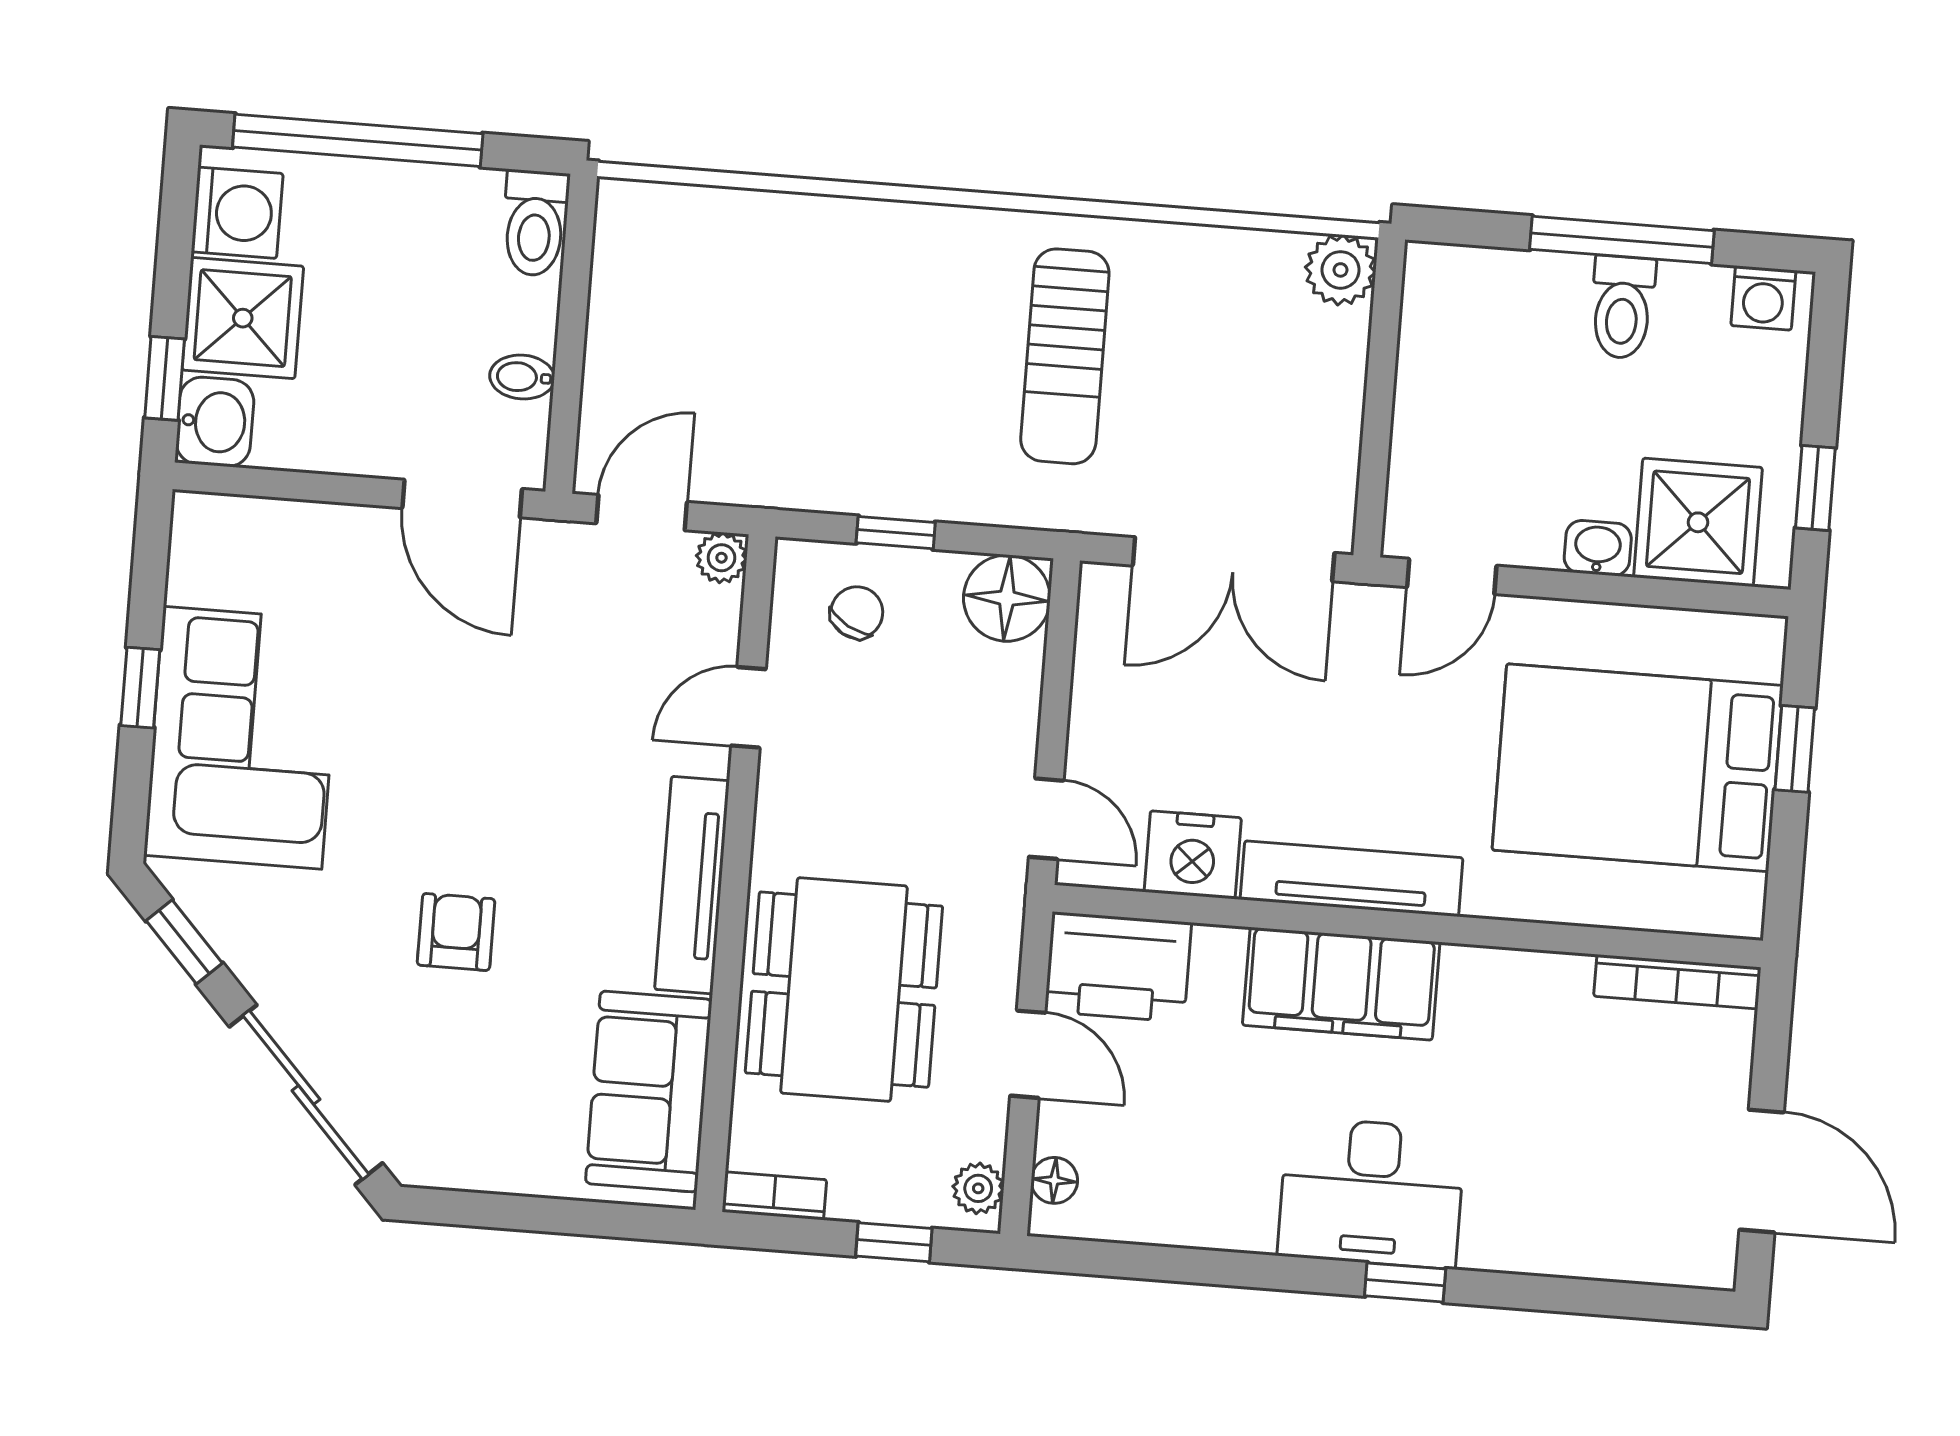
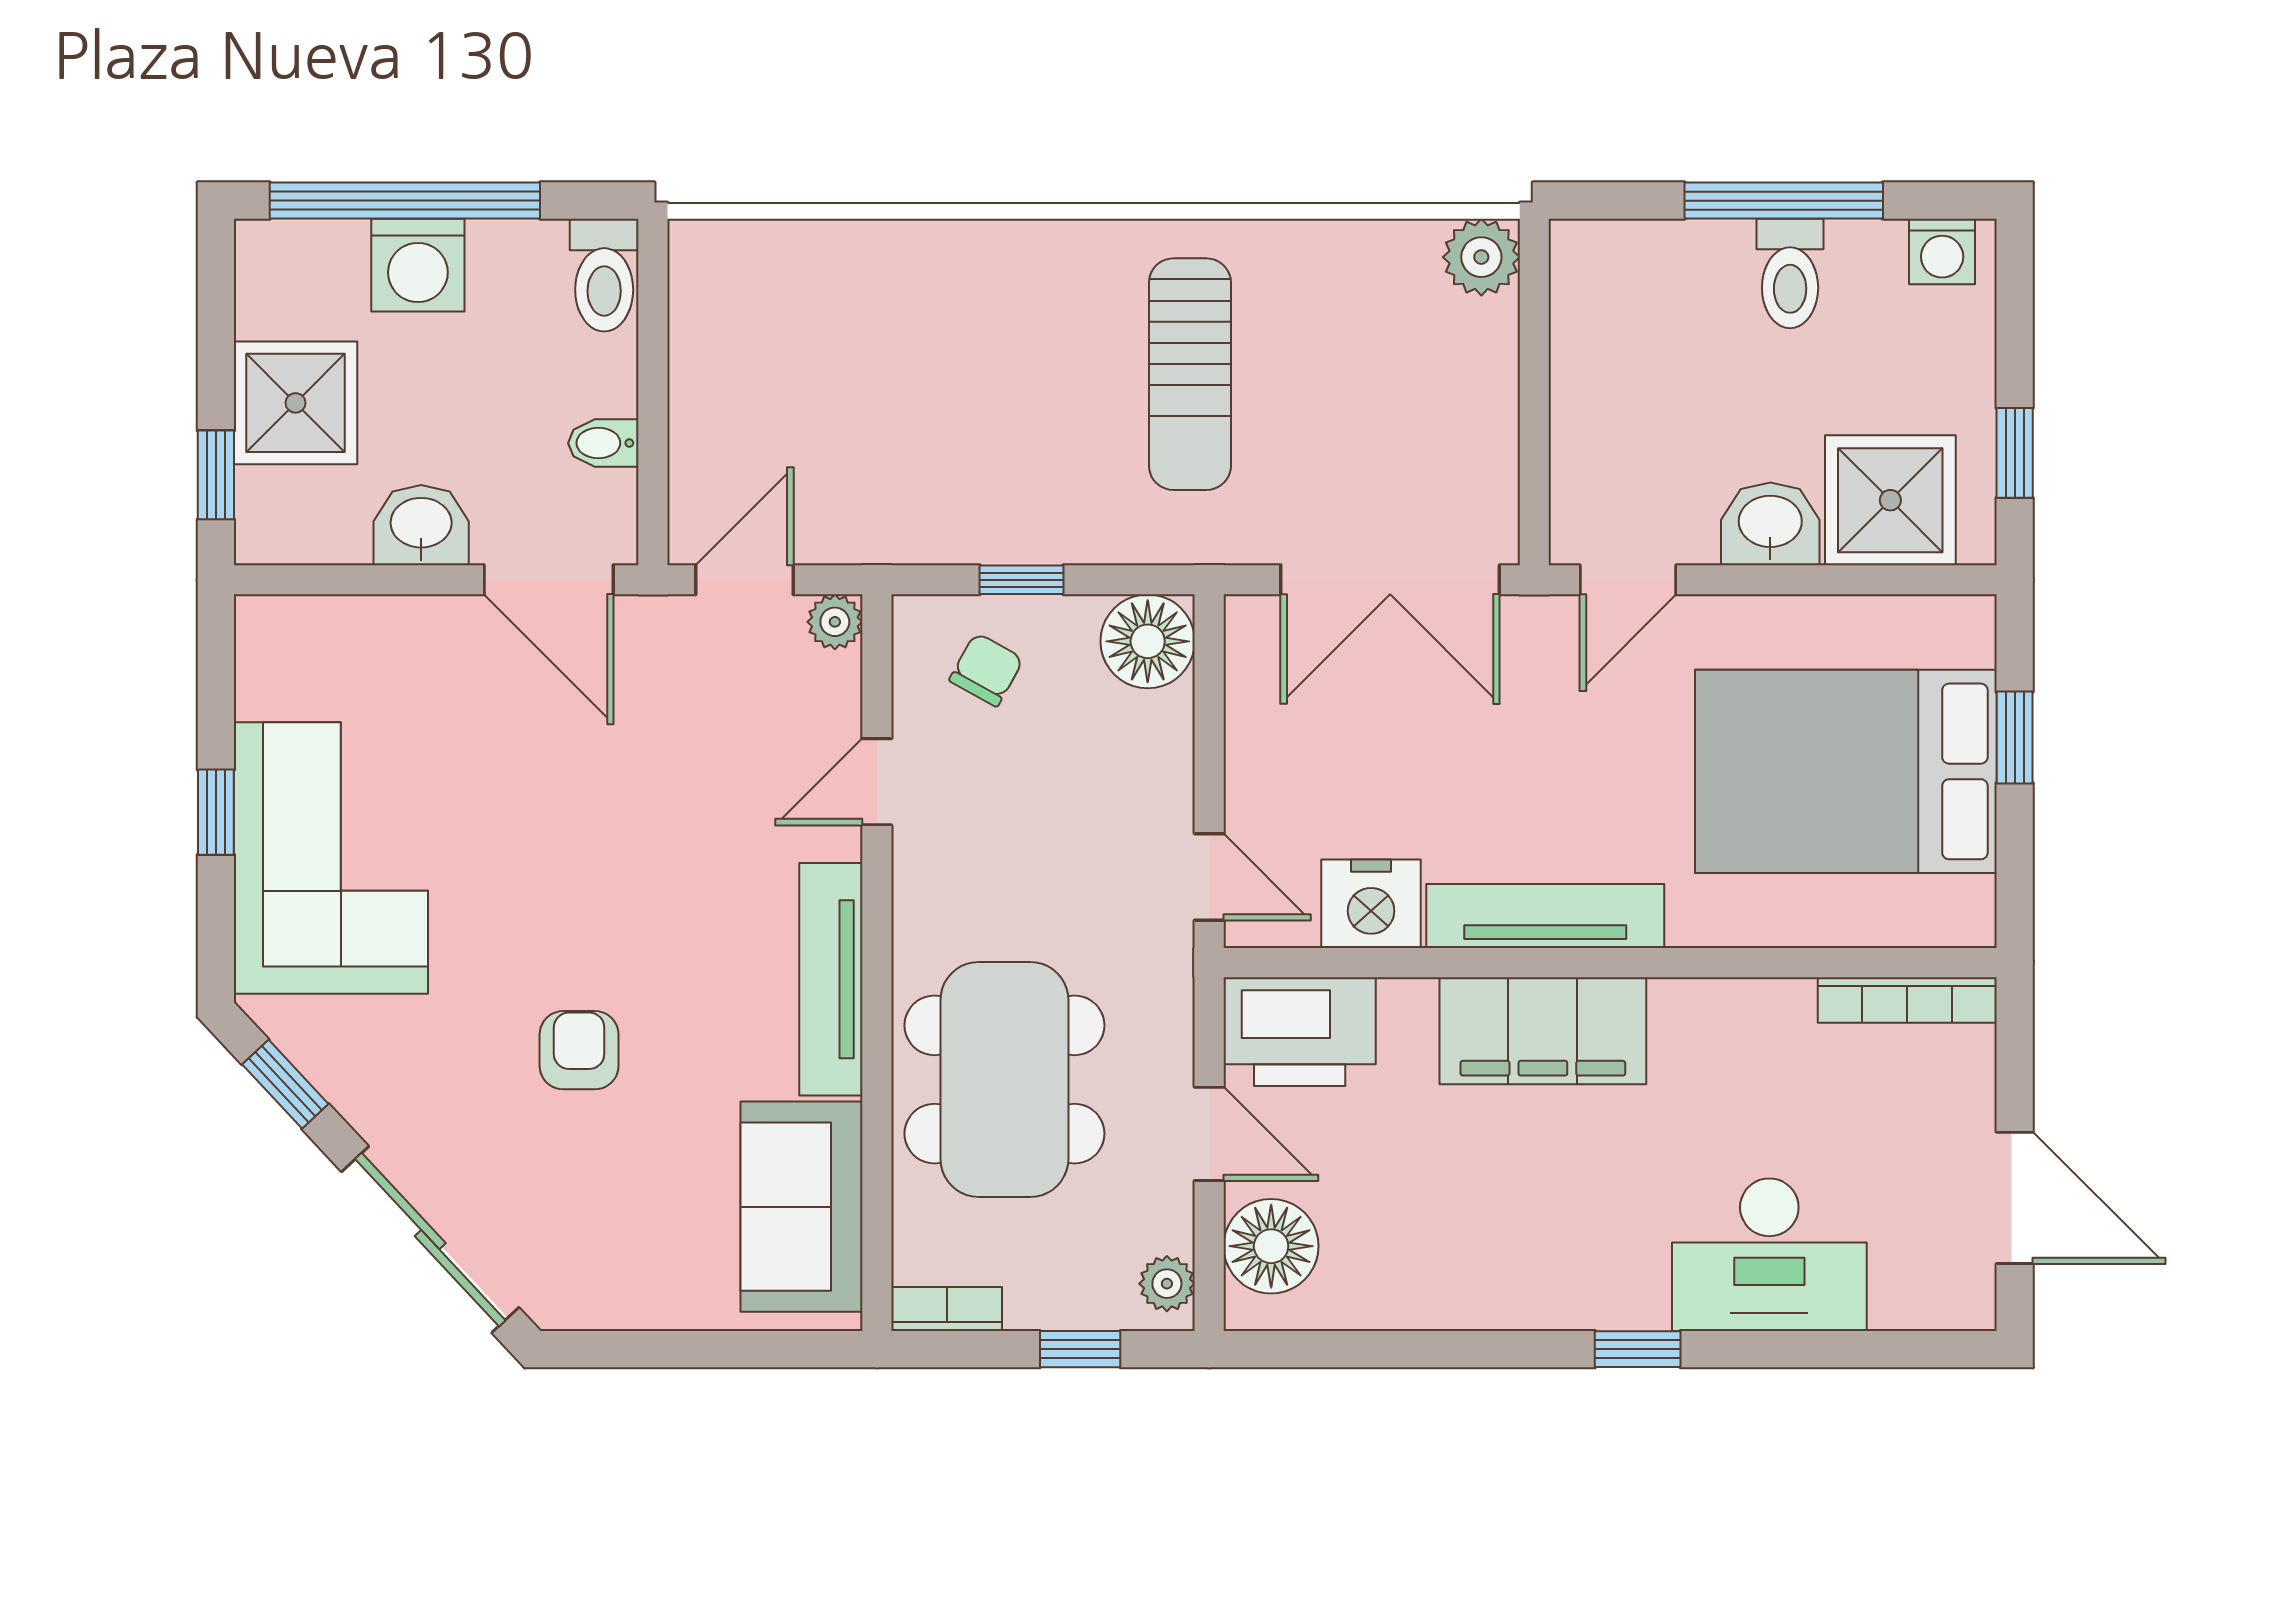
washing machine: (237, 213) -> (418, 265), moved, turned 90
washbasin: (215, 422) -> (421, 525), moved, turned -90
washbasin: (1598, 548) -> (1770, 524), width x1.38, depth x1.45
floor lamp: (1054, 1180) -> (1271, 1246), width x1.89, depth x1.89
desk: (1371, 1193) -> (1769, 1255), moved

